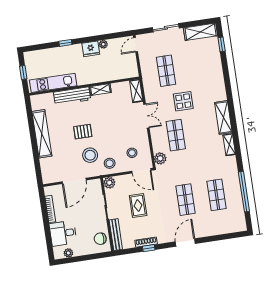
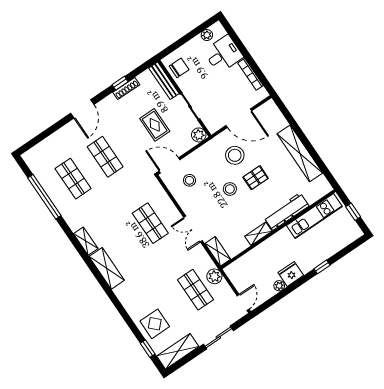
display table: (183, 101) -> (155, 324), moved
plant: (160, 158) -> (214, 276), moved
stool: (110, 163) -> (230, 189), moved
door: (74, 181) -> (239, 118), swing flipped

